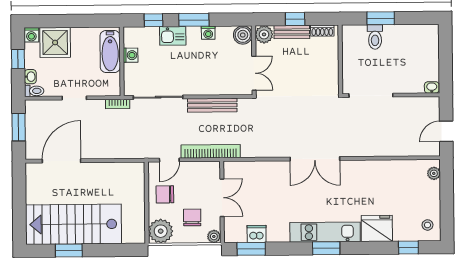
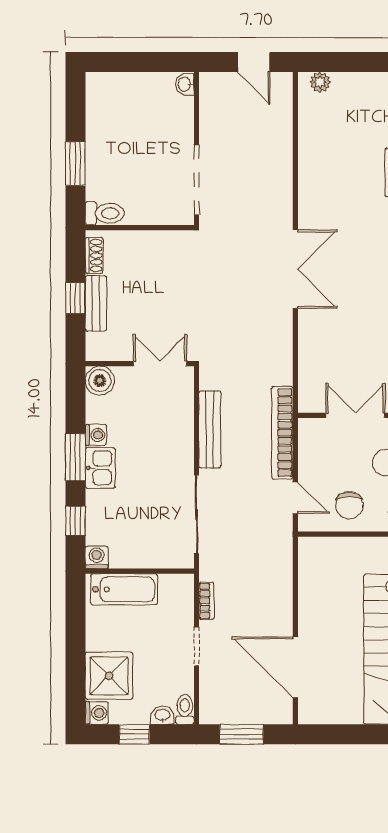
plant: (264, 34) -> (99, 347), removed
kitchen sink: (173, 36) -> (100, 468), moved
toilet: (375, 37) -> (105, 213), moved
washing machine: (131, 55) -> (97, 557), moved
bookcase: (118, 104) -> (207, 601), moved

